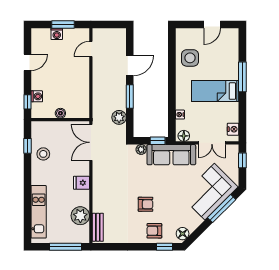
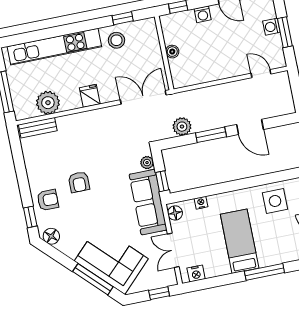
washing machine: (37, 96) -> (203, 14), moved
kitchen unit: (39, 212) -> (54, 47), width x1.36
armchair: (154, 231) -> (48, 200), turned 90

